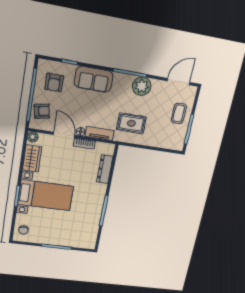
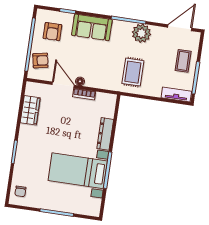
rug: (131, 123) -> (133, 72), turned 90
tv unit: (100, 133) -> (176, 94), moved
plant: (33, 137) -> (31, 87), removed
dresser: (105, 169) -> (105, 134), moved
bed with nightstands: (46, 195) -> (78, 171), moved, turned 180

